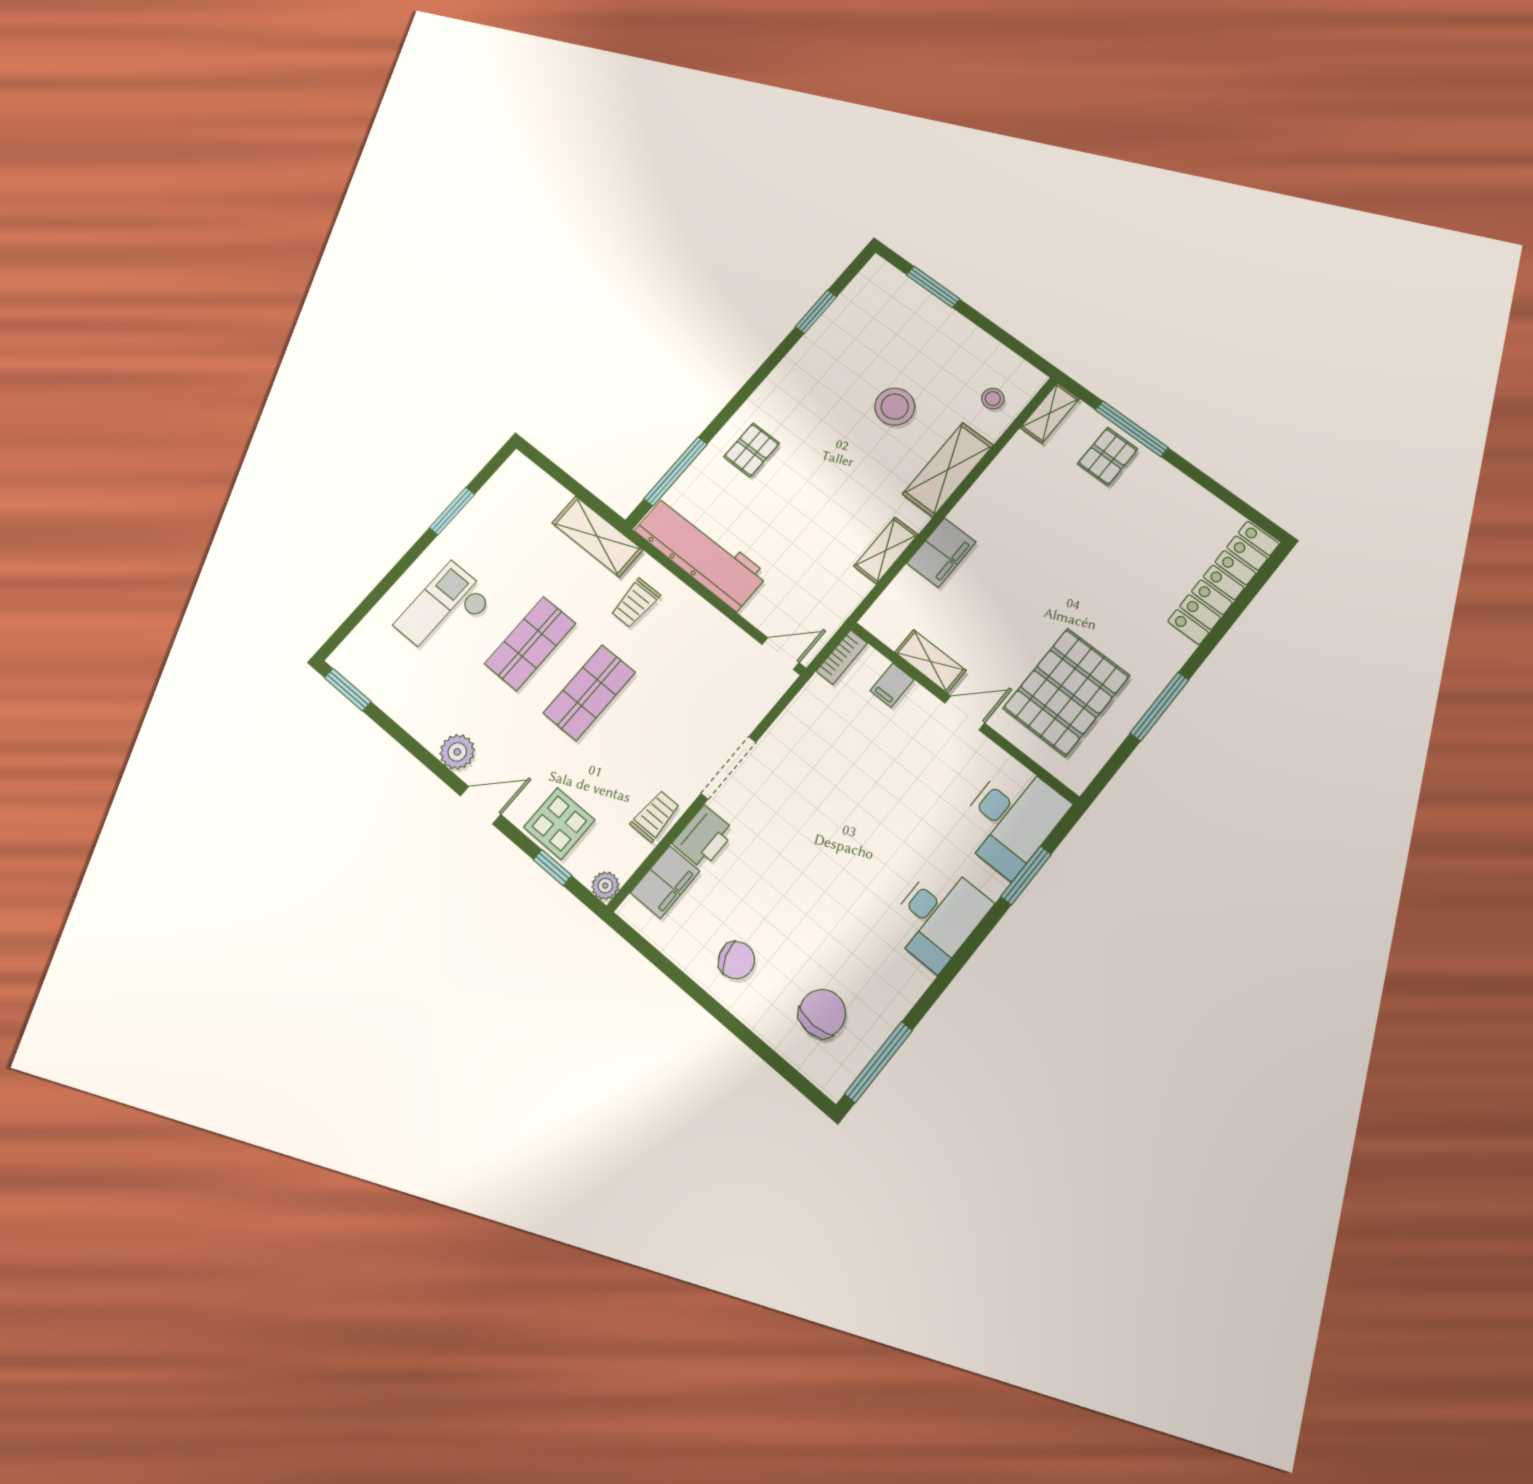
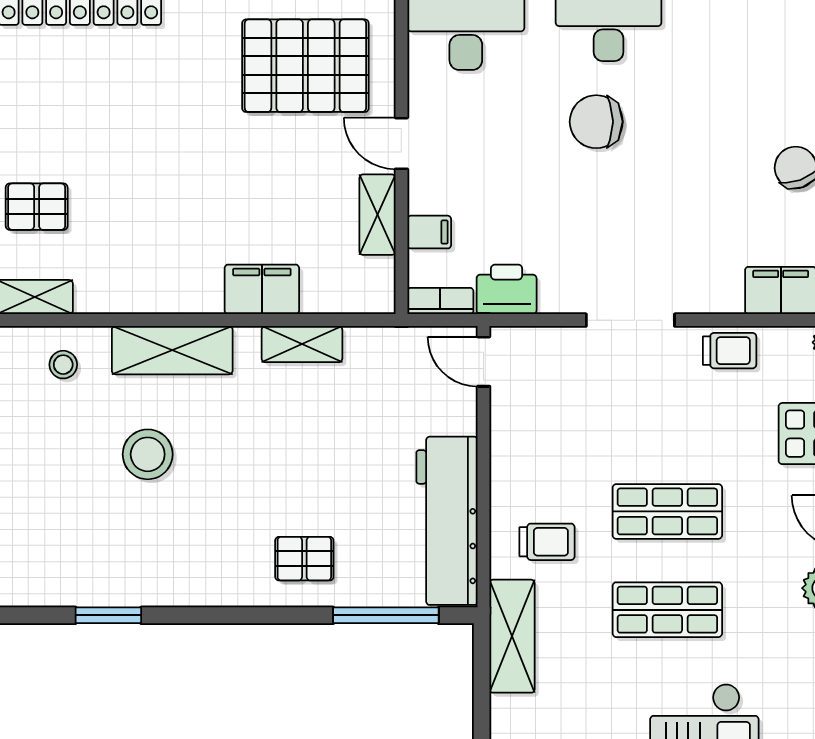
trolley: (655, 816) -> (730, 351), turned 180
printer: (704, 837) -> (507, 289), moved
chair: (822, 1013) -> (596, 122), moved

